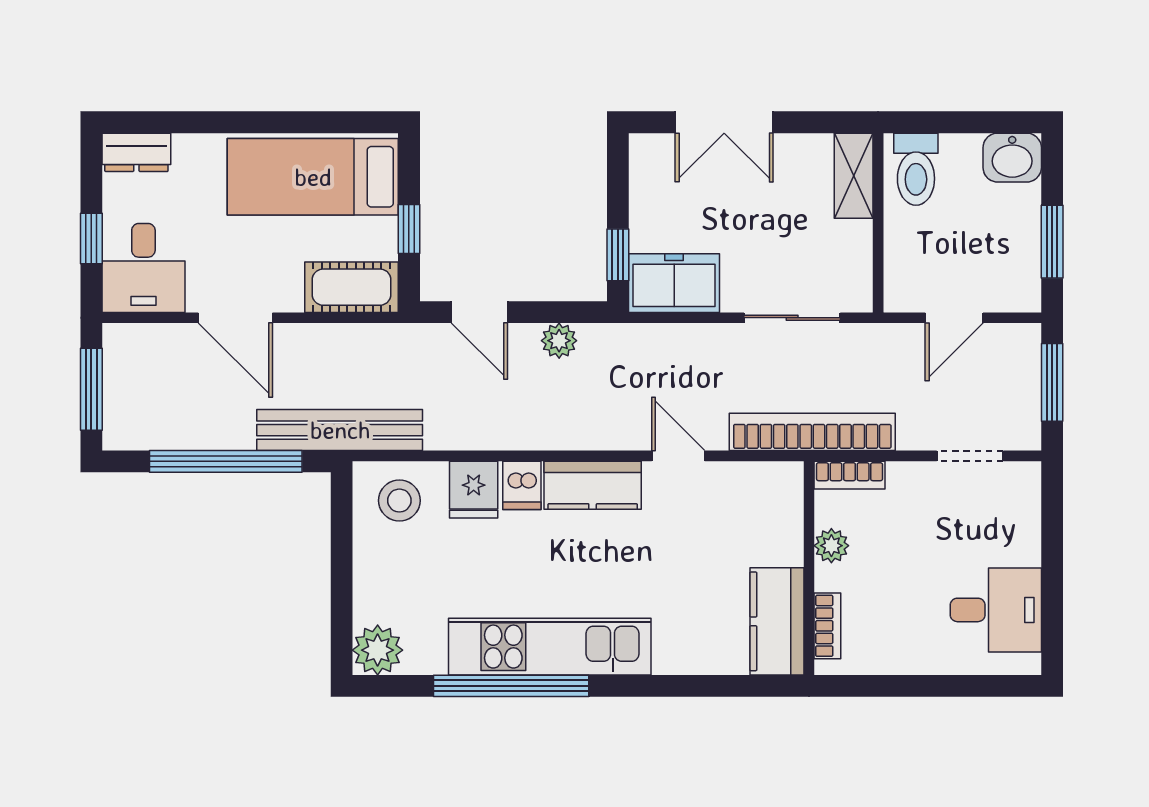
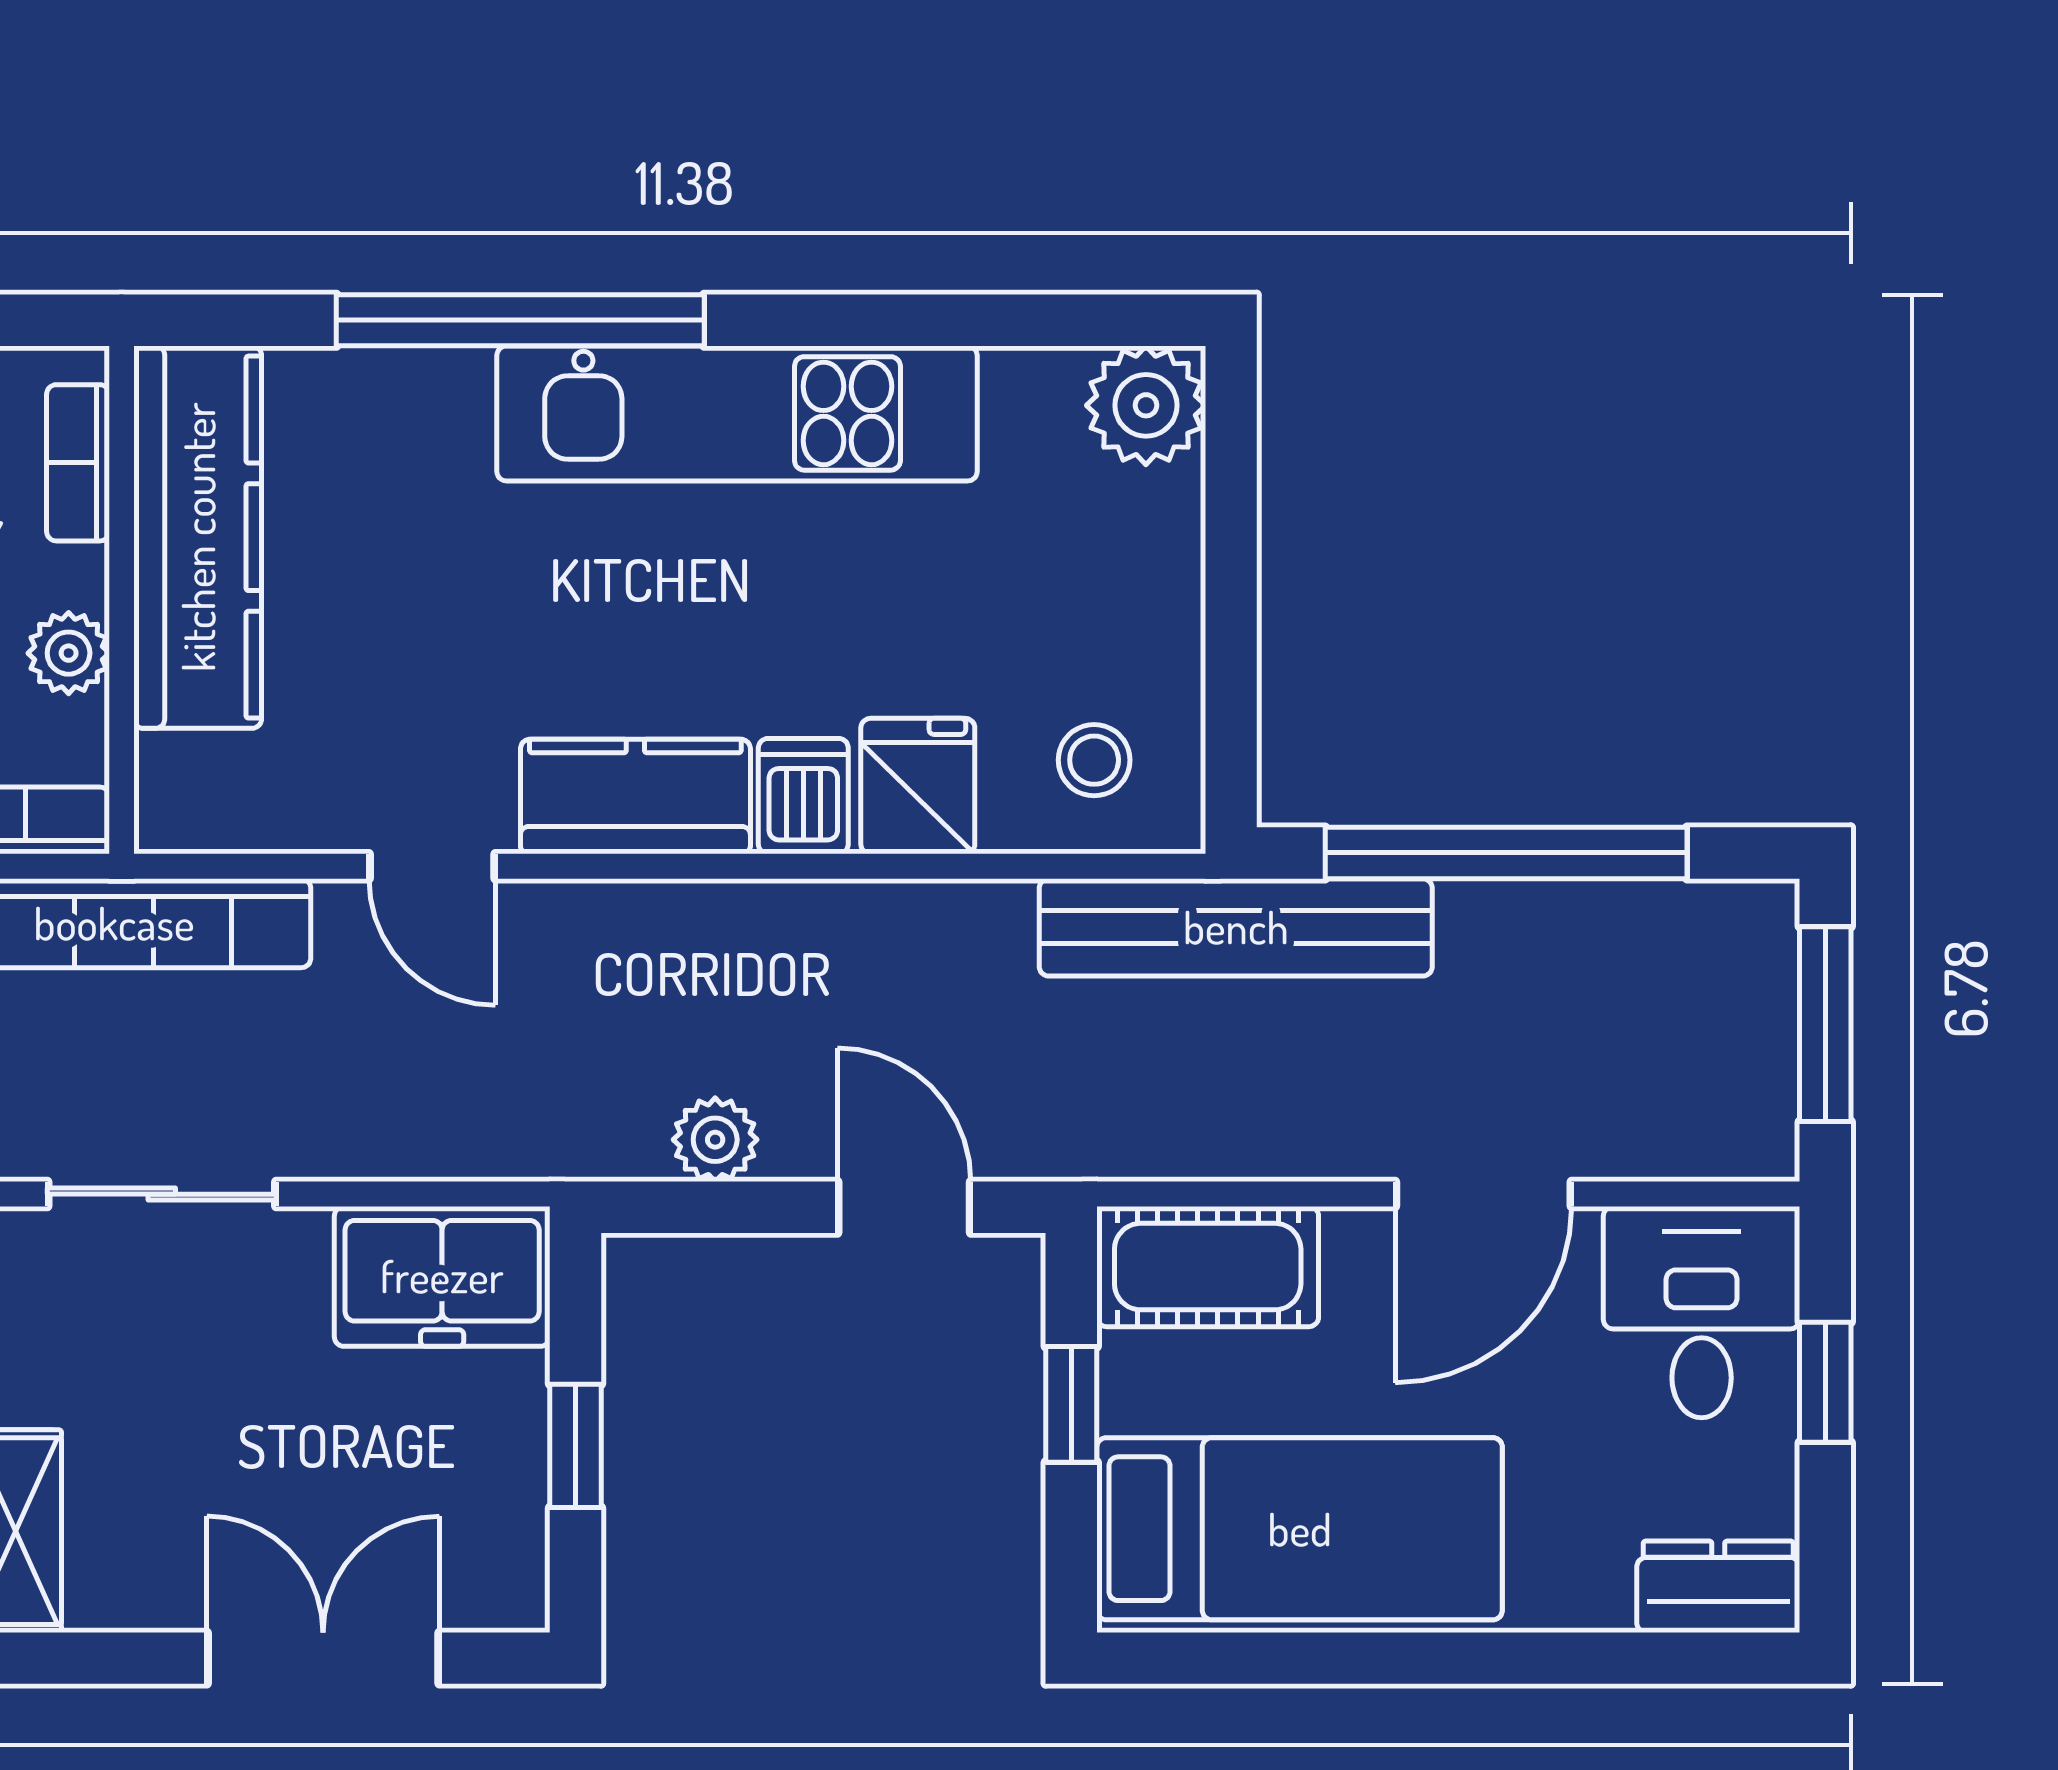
window: (618, 255) -> (575, 1446), moved
door: (235, 318) -> (1483, 1194), swing flipped
stool: (399, 501) -> (1094, 760), width x0.73, depth x0.73
kitchen counter: (777, 621) -> (198, 537), width x1.50
window: (511, 686) -> (520, 320), moved

